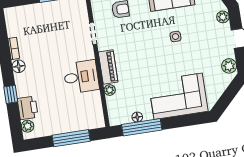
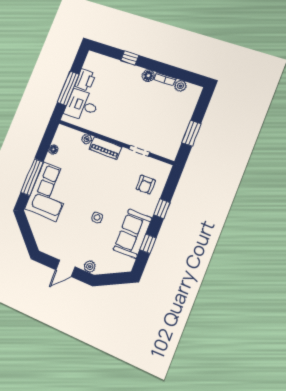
plant: (229, 66) -> (49, 247), removed
desk: (81, 77) -> (82, 105), moved, turned 90
printer: (28, 108) -> (85, 80), moved, turned -90
plant: (28, 126) -> (180, 86), moved
window: (142, 127) -> (32, 177), moved

